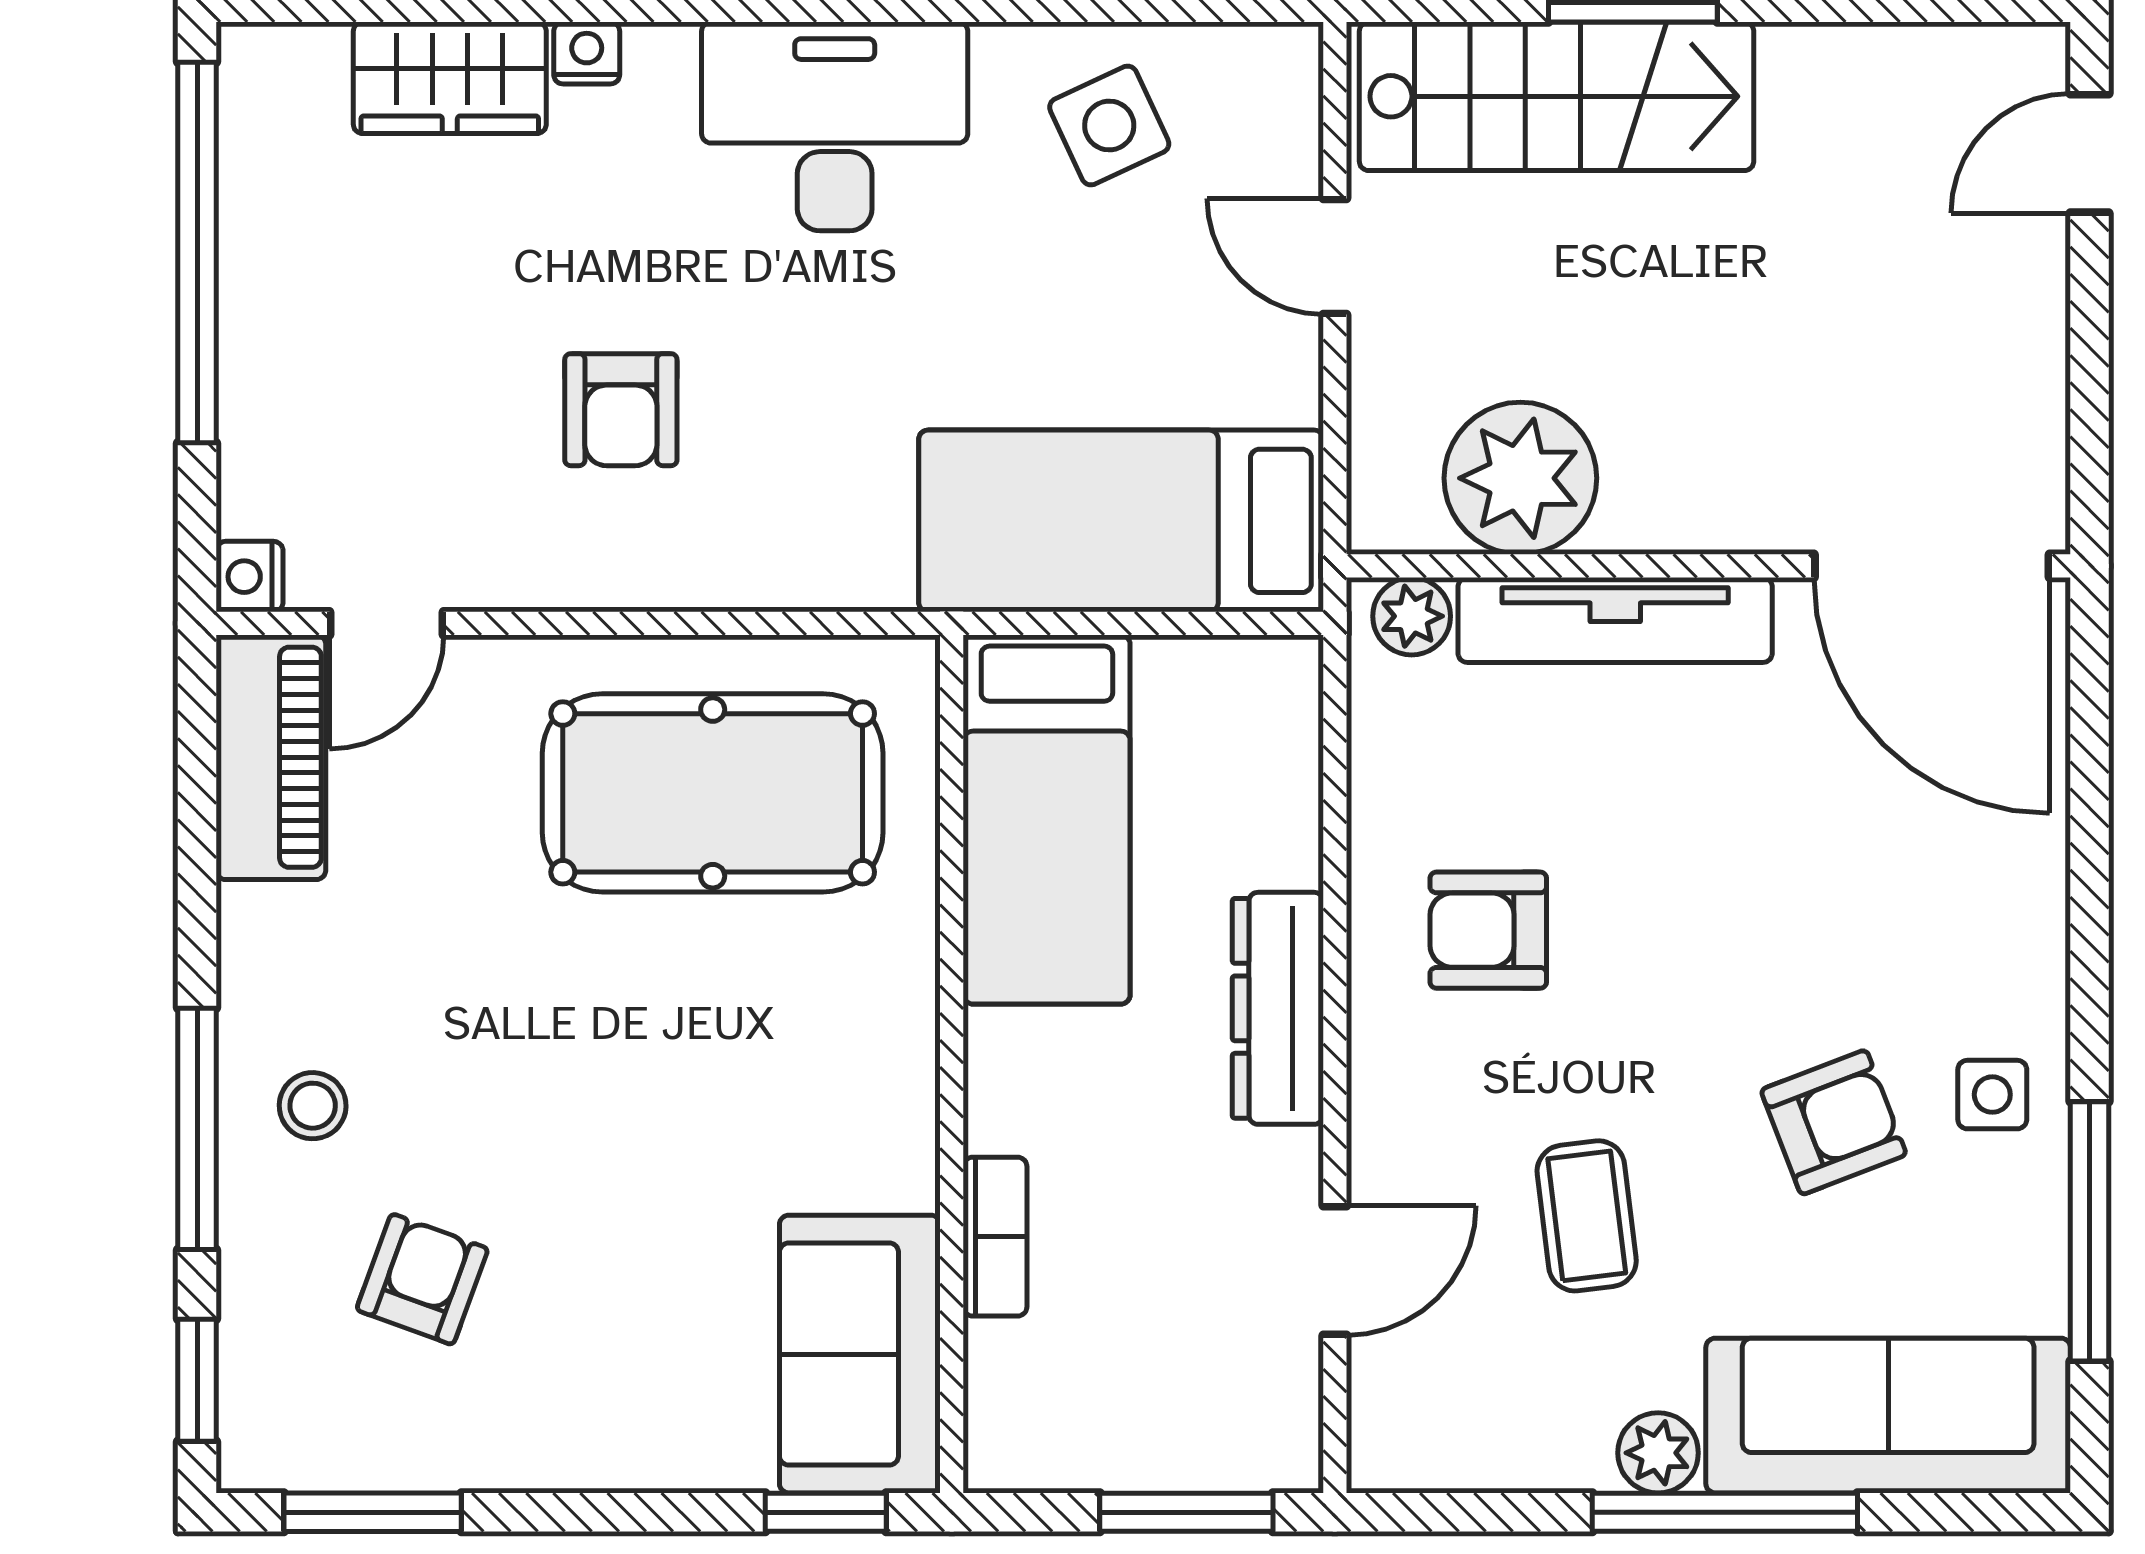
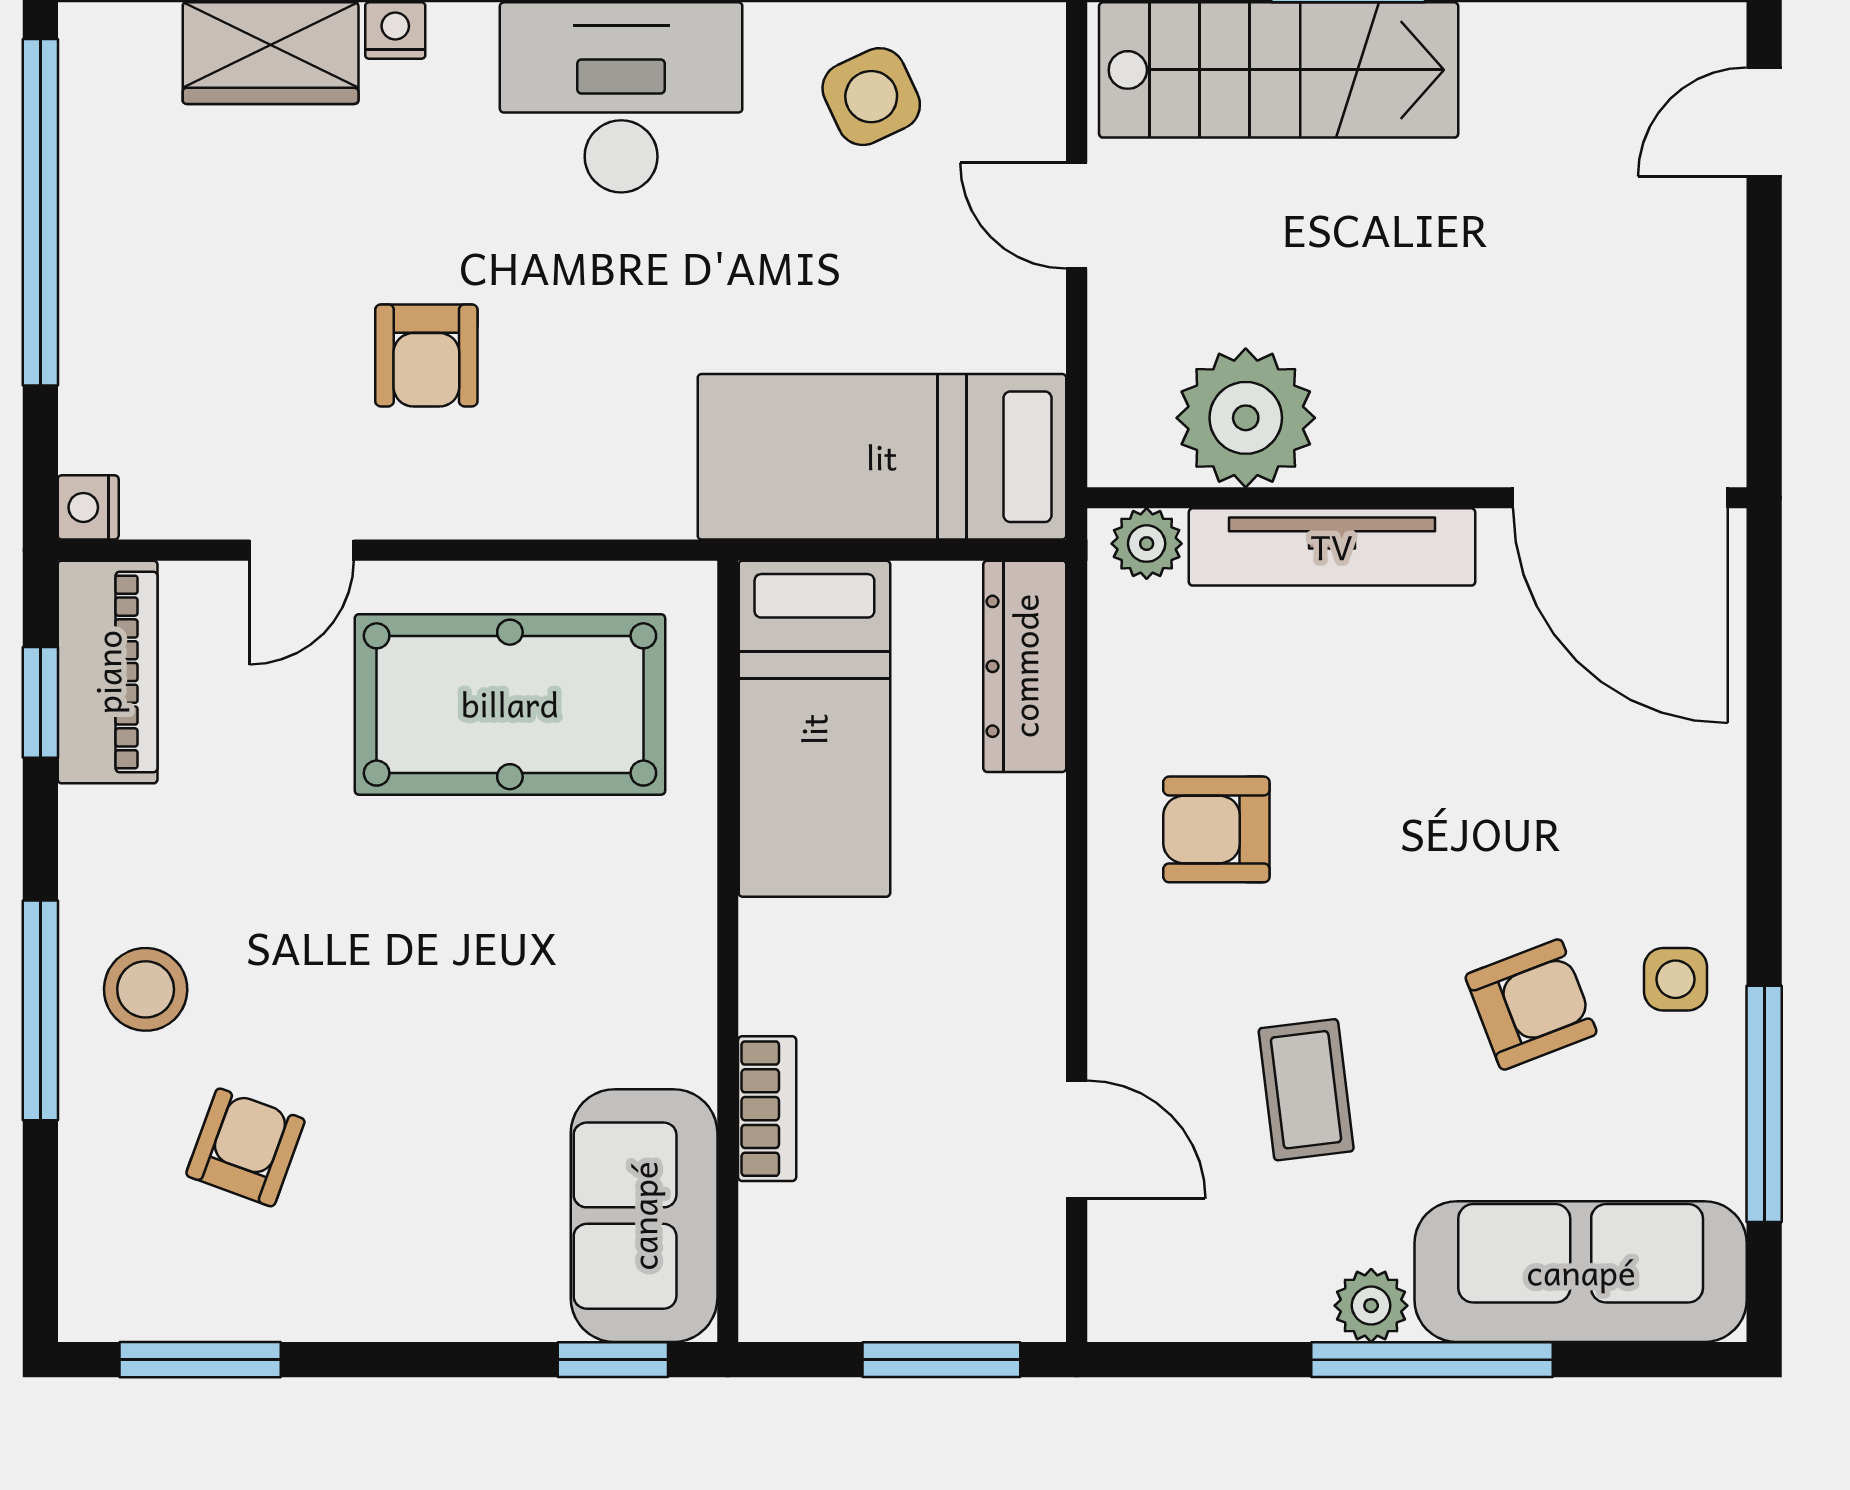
door: (387, 623) -> (302, 550), moved
dresser: (1278, 1008) -> (1025, 666), moved
stool: (313, 1106) -> (146, 989), width x1.37, depth x1.37
door: (1335, 1270) -> (1077, 1139), hinge flipped
window: (197, 1380) -> (40, 702), moved

